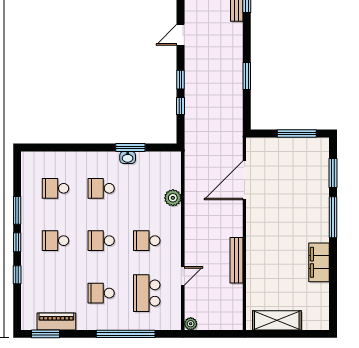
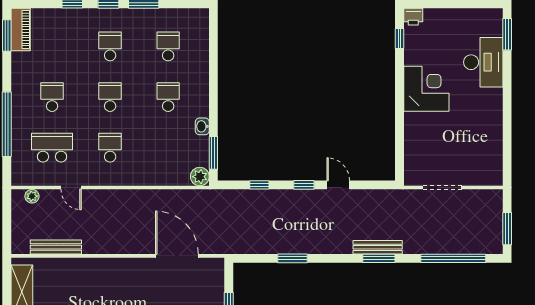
window: (180, 80) -> (304, 185), moved
window: (130, 147) -> (213, 153), moved
plant: (173, 198) -> (200, 177), moved
bench: (236, 260) -> (56, 247), moved
piano: (56, 321) -> (21, 30), moved
plant: (191, 324) -> (32, 196), moved

